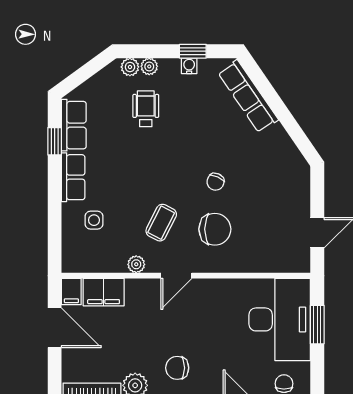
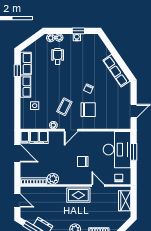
row of seats: (248, 96) -> (116, 71), moved
chair: (177, 368) -> (83, 161), moved

